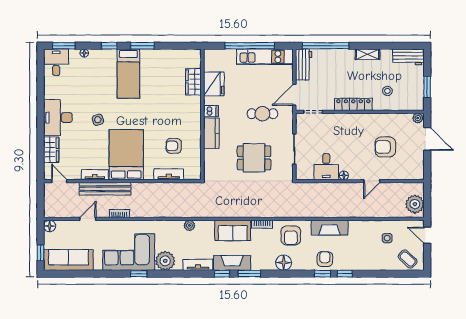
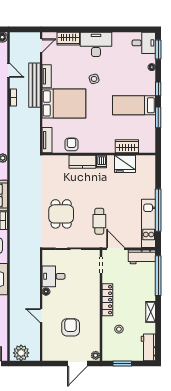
wardrobe: (193, 82) -> (127, 146), moved
fridge: (214, 84) -> (125, 164), moved
dishwasher: (211, 111) -> (102, 161), moved
wall: (202, 114) -> (99, 154), moved
kitchen counter: (211, 133) -> (82, 162), moved

